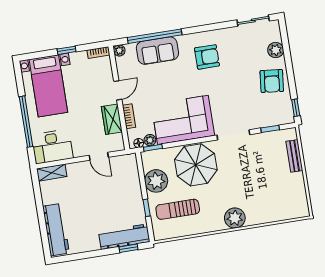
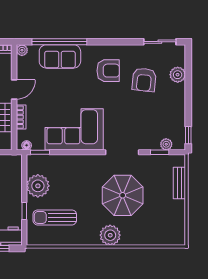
armchair: (272, 81) -> (144, 80), moved
plant: (150, 140) -> (166, 144), moved
parasol: (196, 165) -> (123, 195), moved

